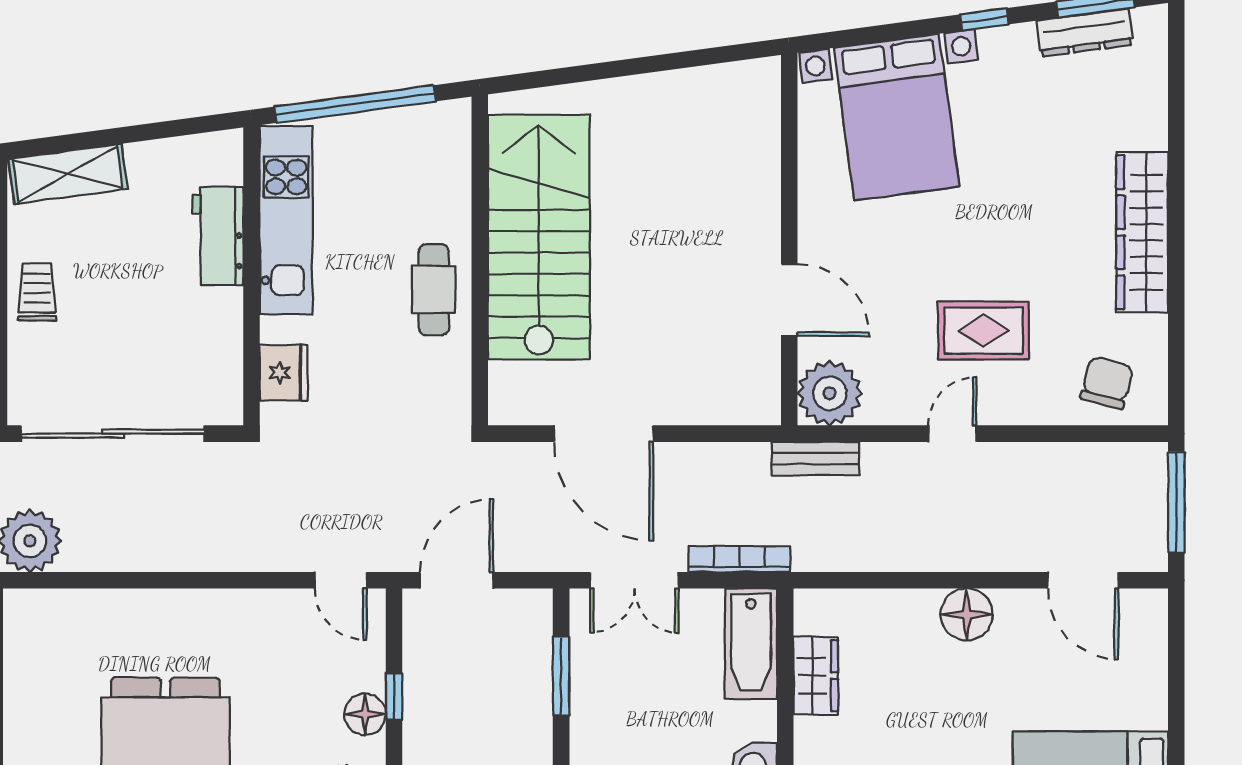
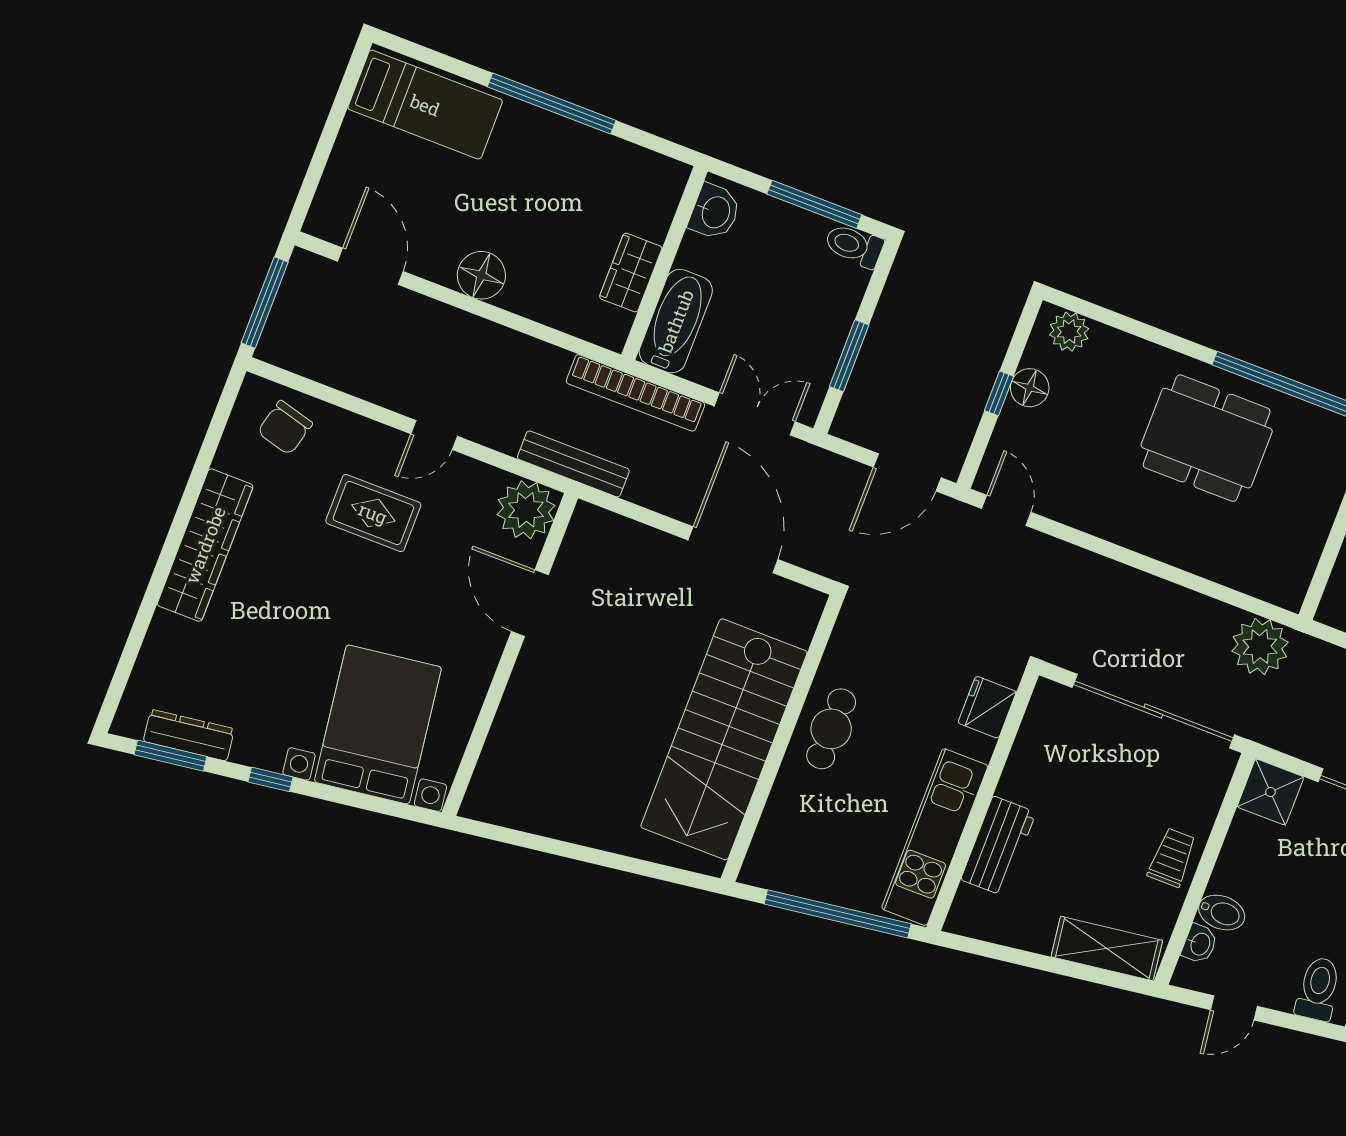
trolley: (37, 292) -> (1172, 857), turned 180
bench: (815, 459) -> (573, 464), width x1.36
bookcase: (740, 559) -> (635, 393), width x1.48, depth x1.31

